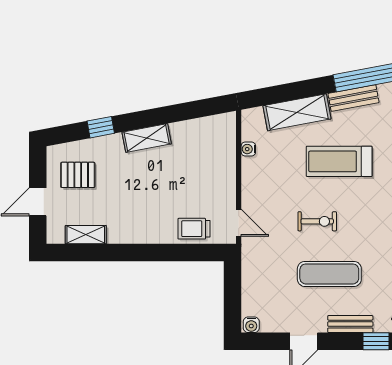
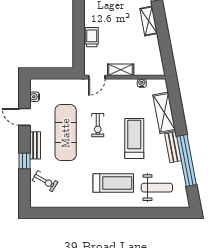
shelving: (226, 184) -> (121, 70), added
trolley: (194, 229) -> (92, 37), moved
exercise mat: (329, 274) -> (66, 133), width x1.36, depth x1.45
water cooler: (251, 325) -> (35, 97), moved

